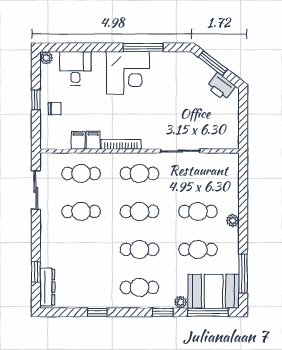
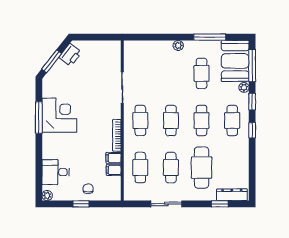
corner desk: (128, 73) -> (59, 115), moved
sliding door: (36, 190) -> (166, 204), moved
cafe table: (198, 211) -> (202, 168), moved, width x1.37, depth x1.35
window: (243, 274) -> (210, 37), moved
window: (97, 312) -> (252, 130), moved

